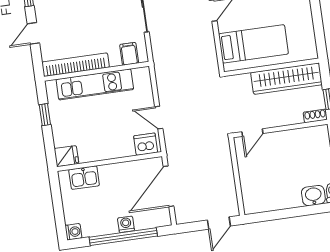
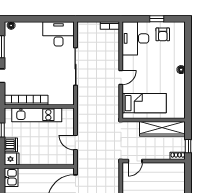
filing cabinet: (129, 54) -> (62, 98), removed
dishwasher: (146, 144) -> (11, 145), moved, turned 90
kitchen sink: (84, 178) -> (11, 177), moved, turned -90

